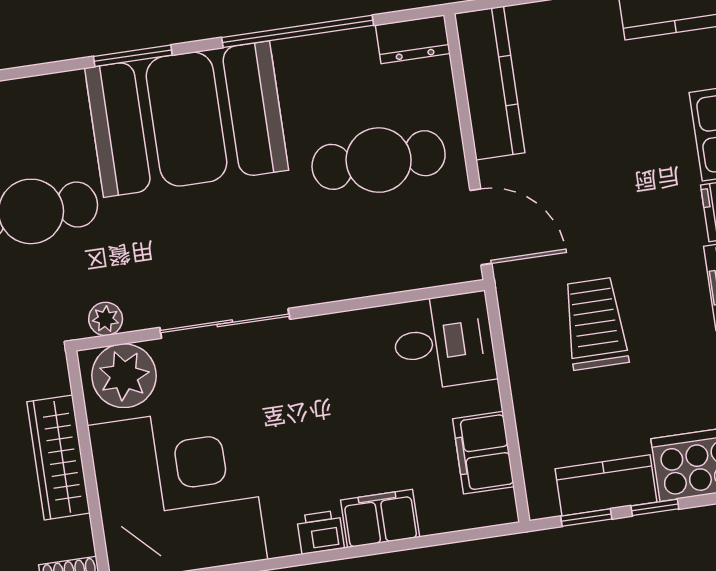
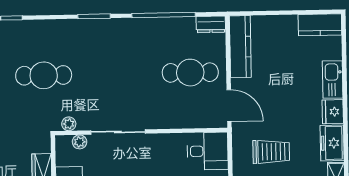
booth: (187, 119) -> (113, 45), removed
trolley: (595, 324) -> (271, 152), turned 90
plant: (124, 376) -> (80, 142), width x0.53, depth x0.53

